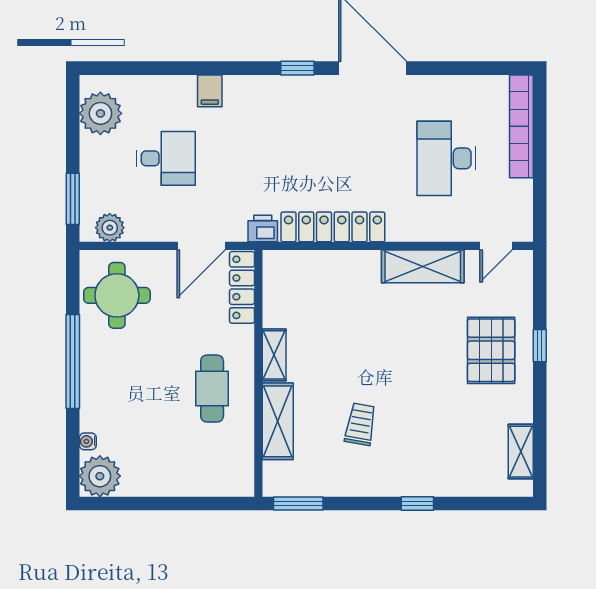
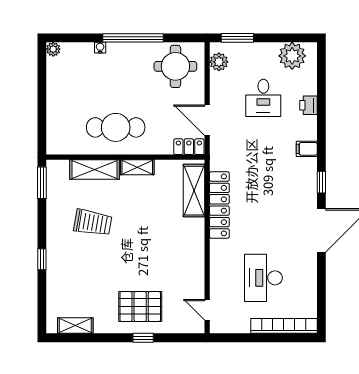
filing cabinet: (210, 91) -> (307, 149), moved
desk: (446, 158) -> (263, 278), turned -90
printer: (263, 229) -> (308, 105), moved, turned 180
shelving: (423, 266) -> (194, 191), moved
locker: (242, 287) -> (189, 147), width x0.66
cafe table: (212, 389) -> (116, 127), width x1.37, depth x1.35
trolley: (360, 424) -> (93, 223), width x1.36, depth x1.39
water cooler: (88, 441) -> (100, 48), moved
plant: (100, 476) -> (53, 49), width x0.53, depth x0.53

